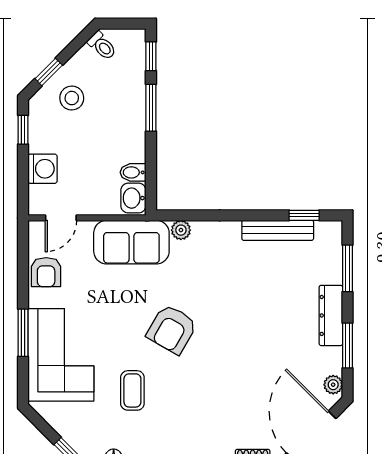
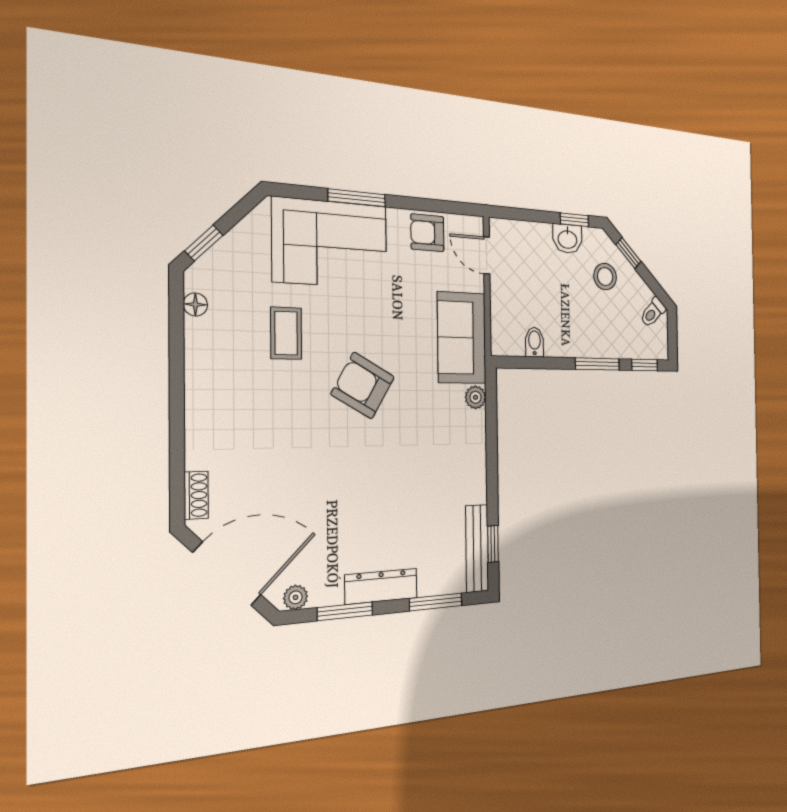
washing machine: (43, 169) -> (537, 238), removed
washbasin: (133, 198) -> (567, 239), moved, turned 180
bench: (278, 230) -> (477, 548), moved
coffee table: (132, 390) -> (286, 333), turned 90

